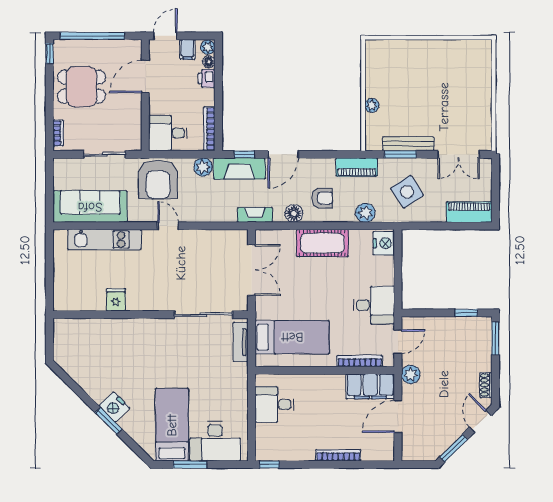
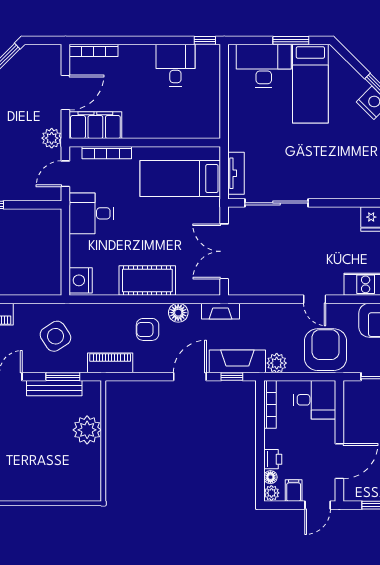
plant: (372, 105) -> (87, 430), width x1.88, depth x1.88
plant: (365, 213) -> (101, 313), removed
desk: (274, 404) -> (175, 65), moved, turned -90
bookcase: (338, 455) -> (94, 50), moved

